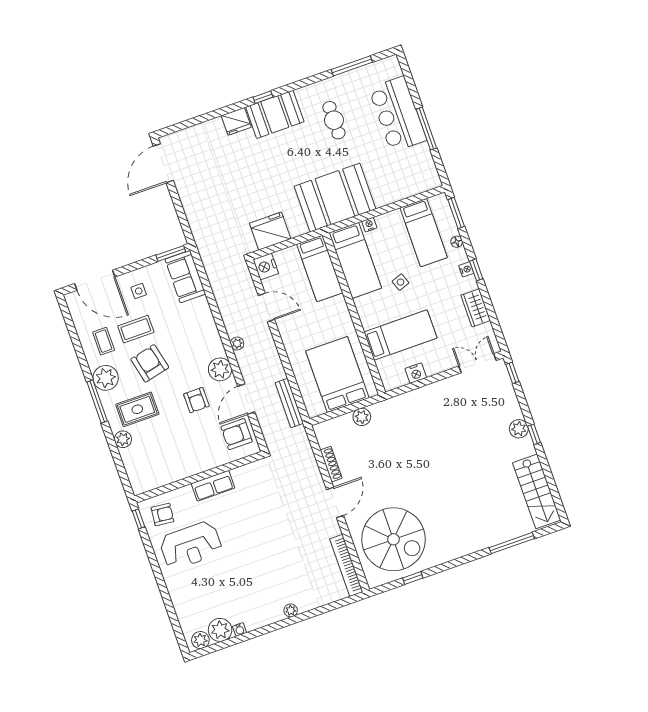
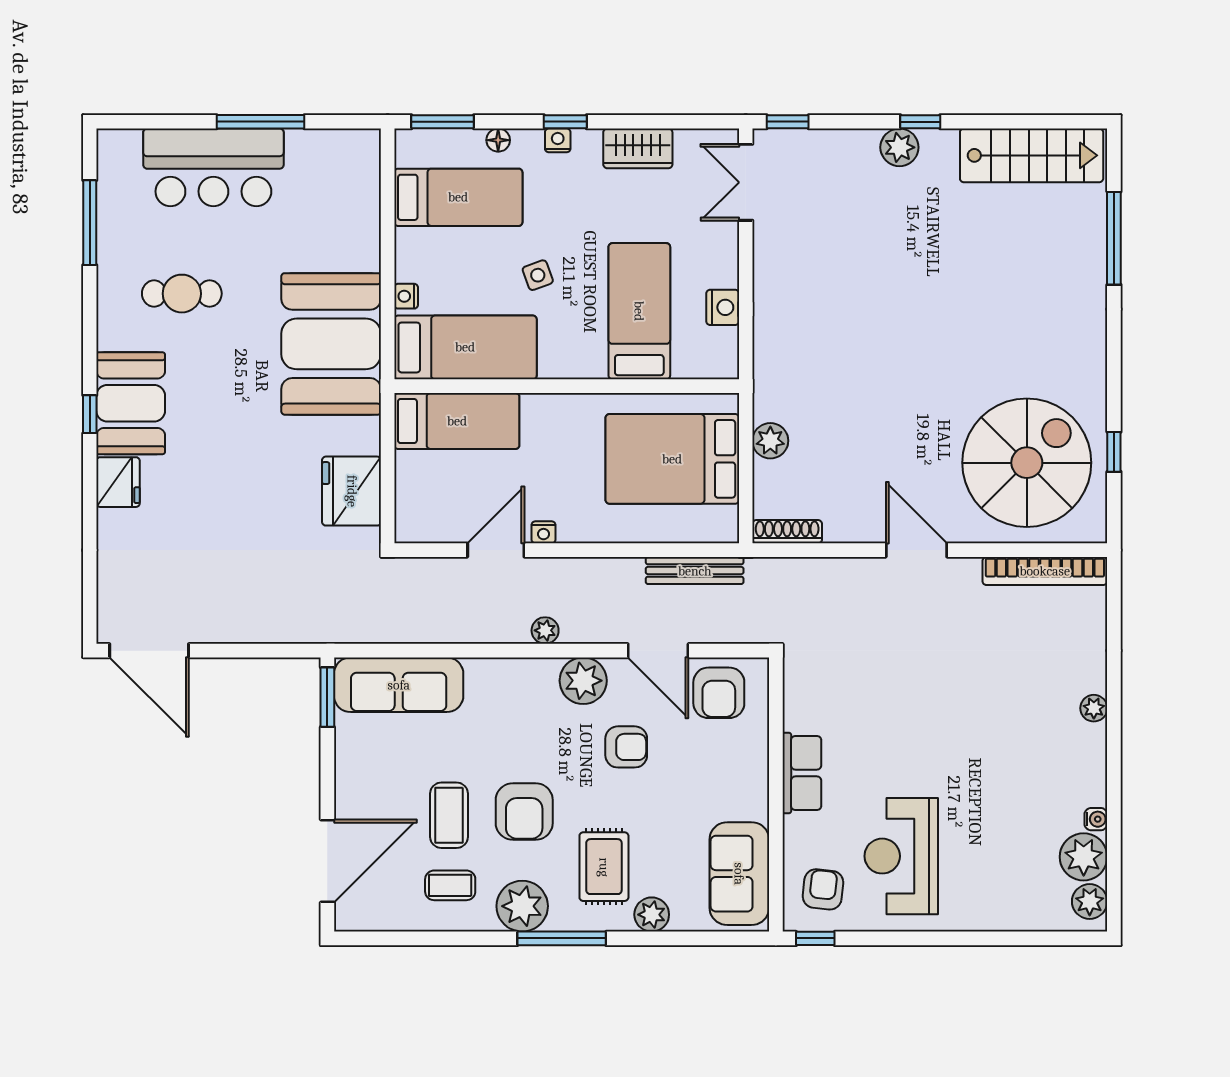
nightstand: (266, 267) -> (544, 532), moved, width x0.53, depth x0.56
sofa: (185, 277) -> (399, 685), width x1.36
side table: (139, 291) -> (378, 784), removed
armchair: (150, 363) -> (524, 812), turned -77
shoe rack: (331, 464) -> (787, 532), moved
sofa: (156, 473) -> (739, 874), added
reception desk: (191, 545) -> (901, 856), turned 180

